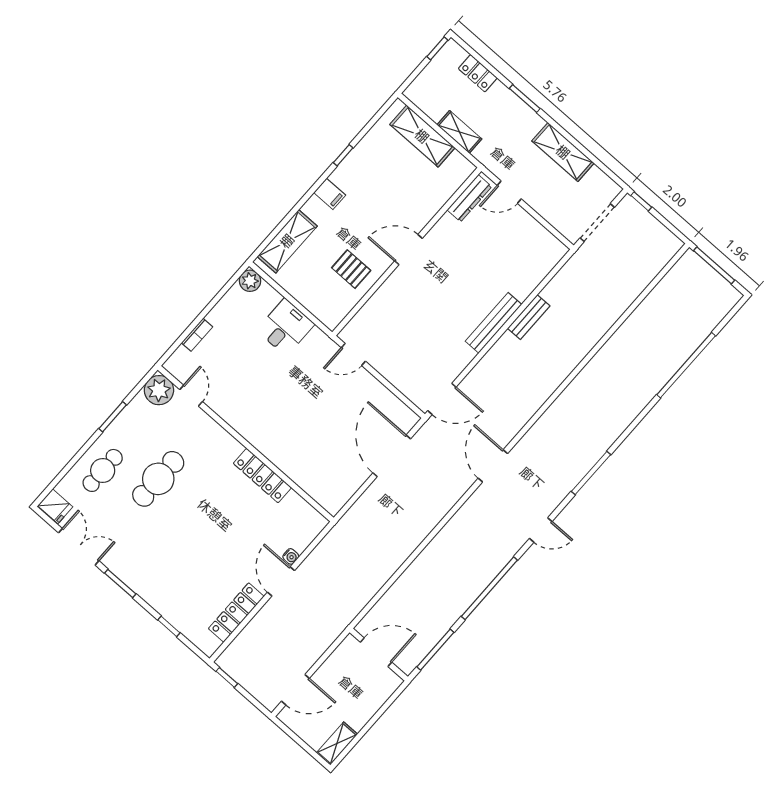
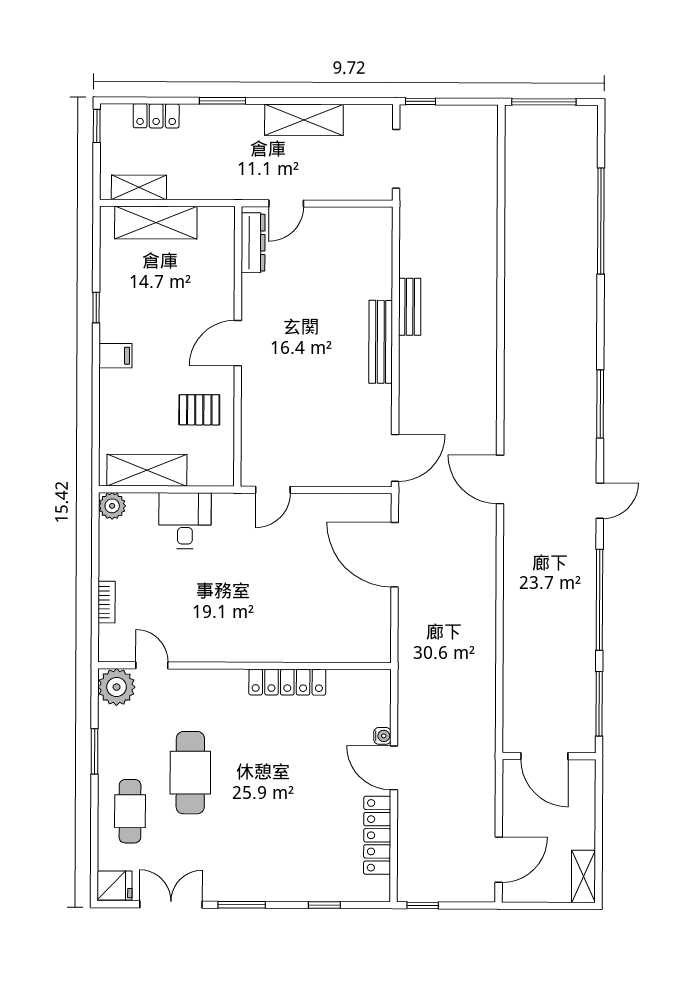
shelving: (459, 132) -> (139, 187), moved
shelving: (287, 241) -> (147, 470), moved, turned 90
door: (376, 652) -> (544, 756), swing flipped

